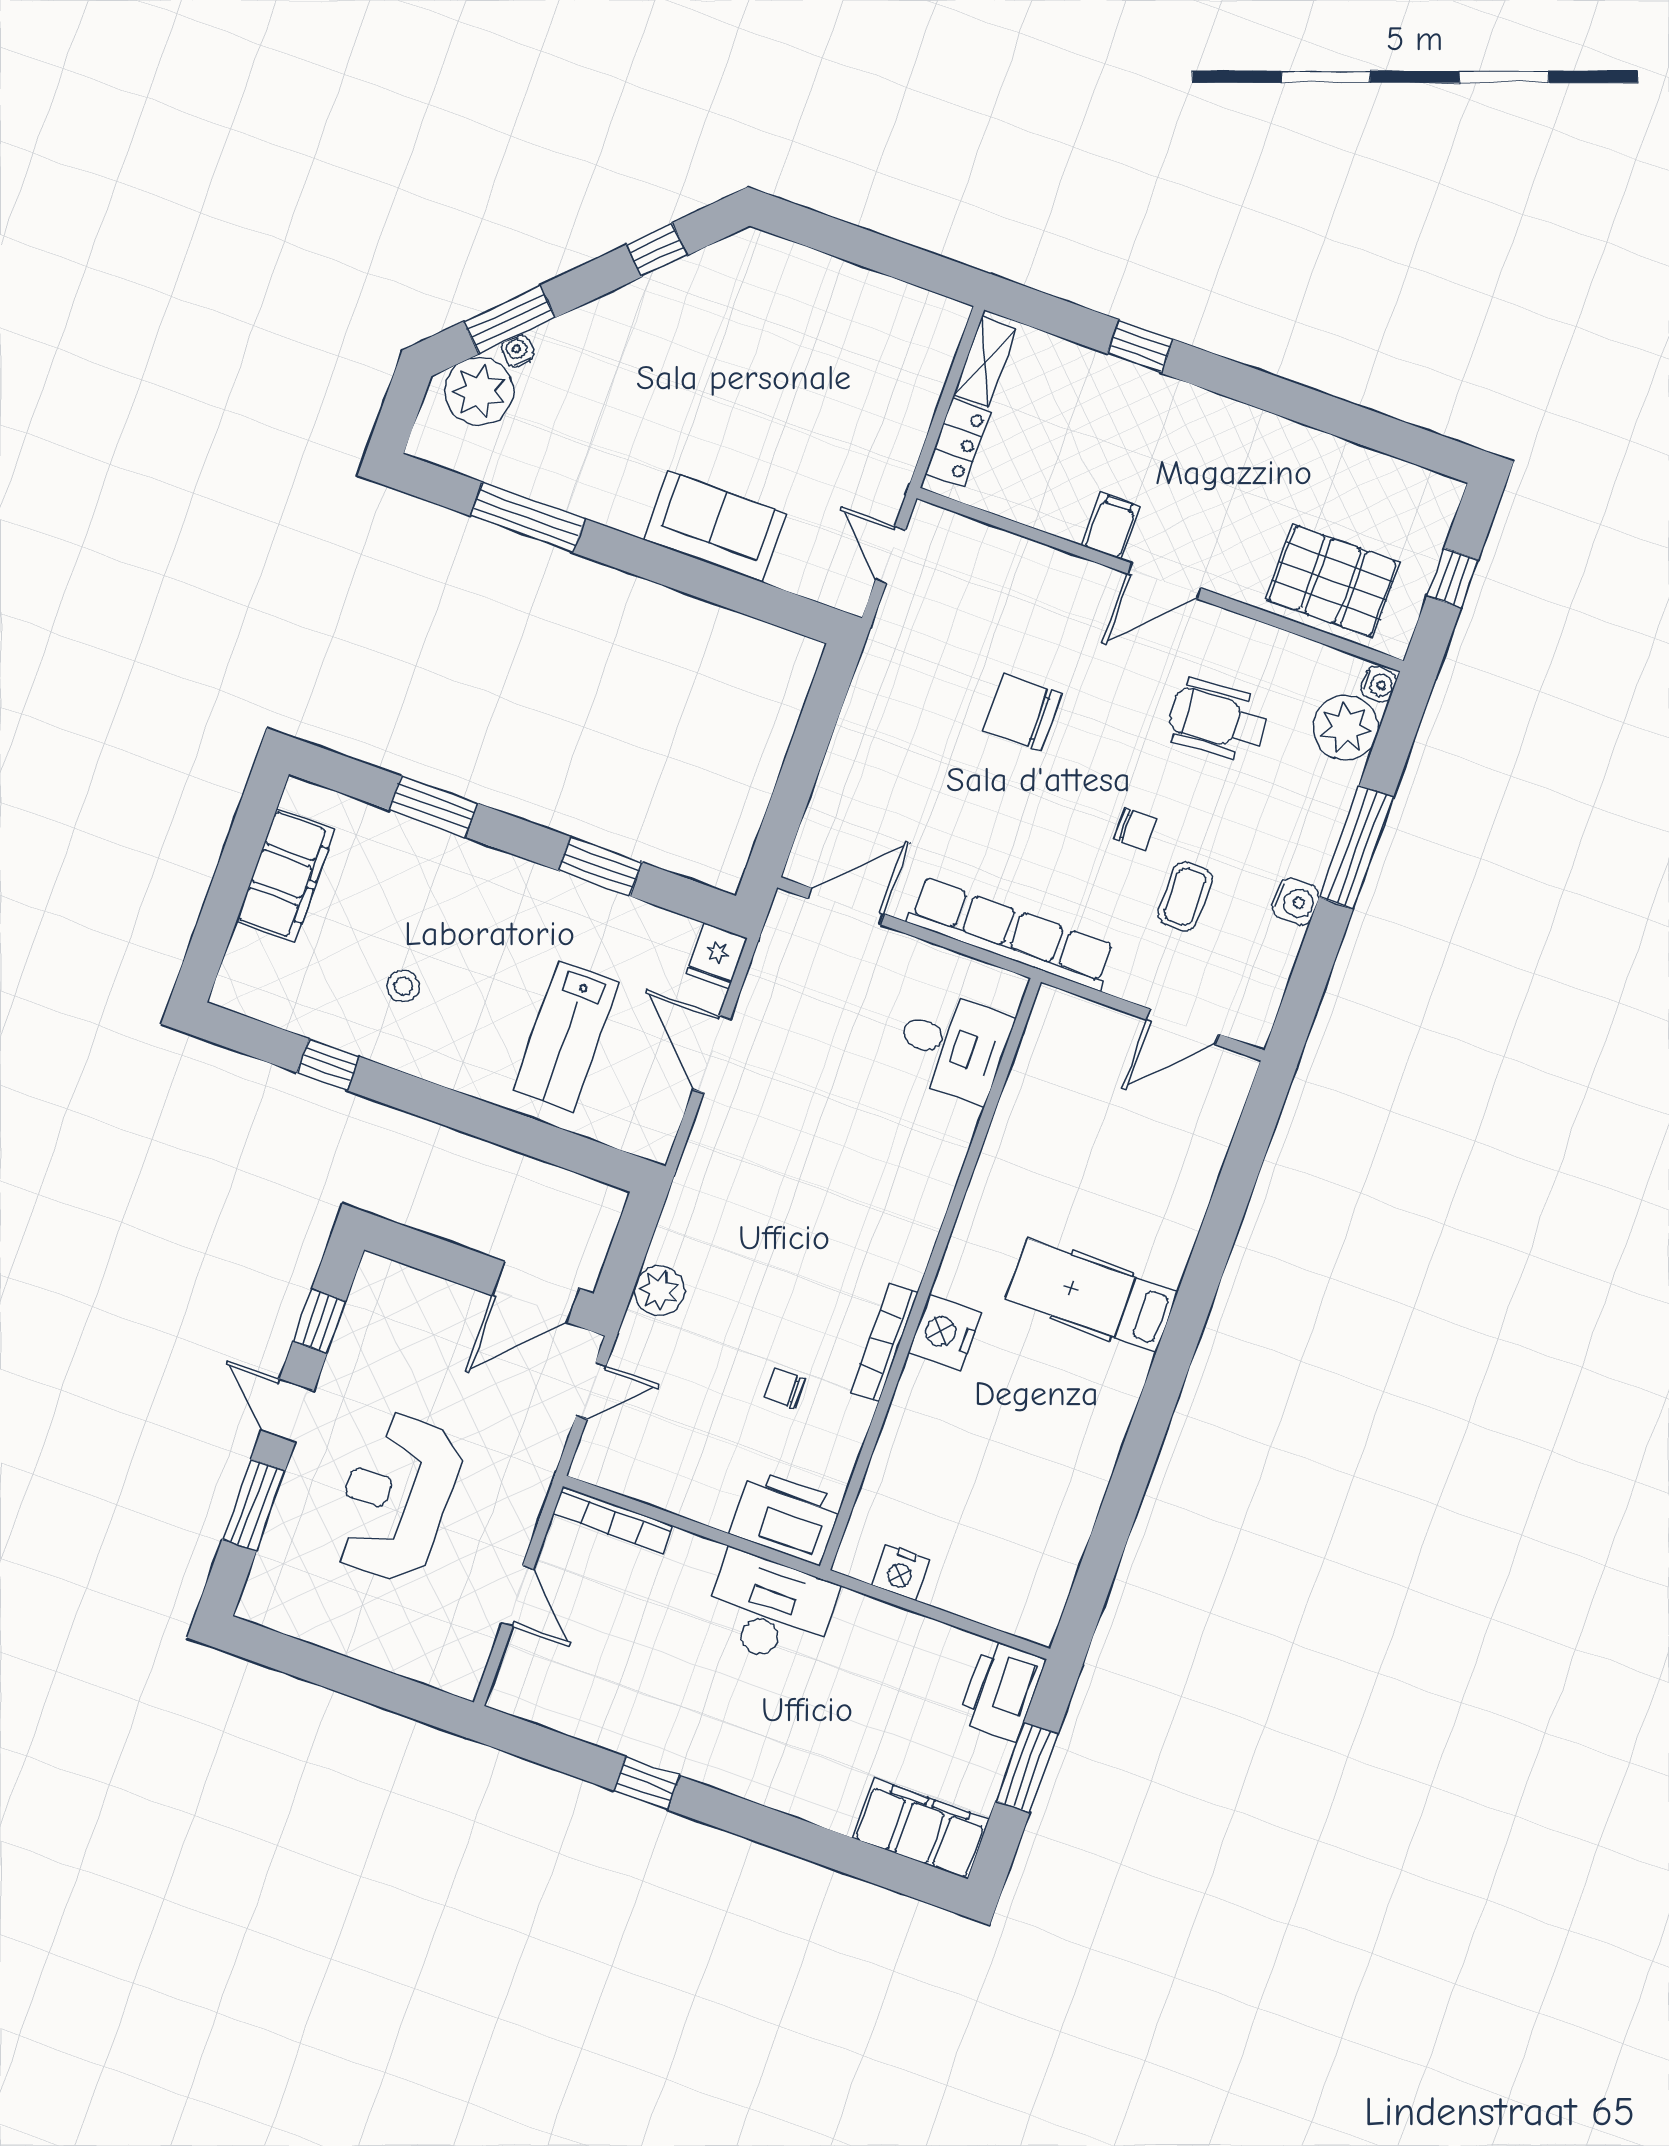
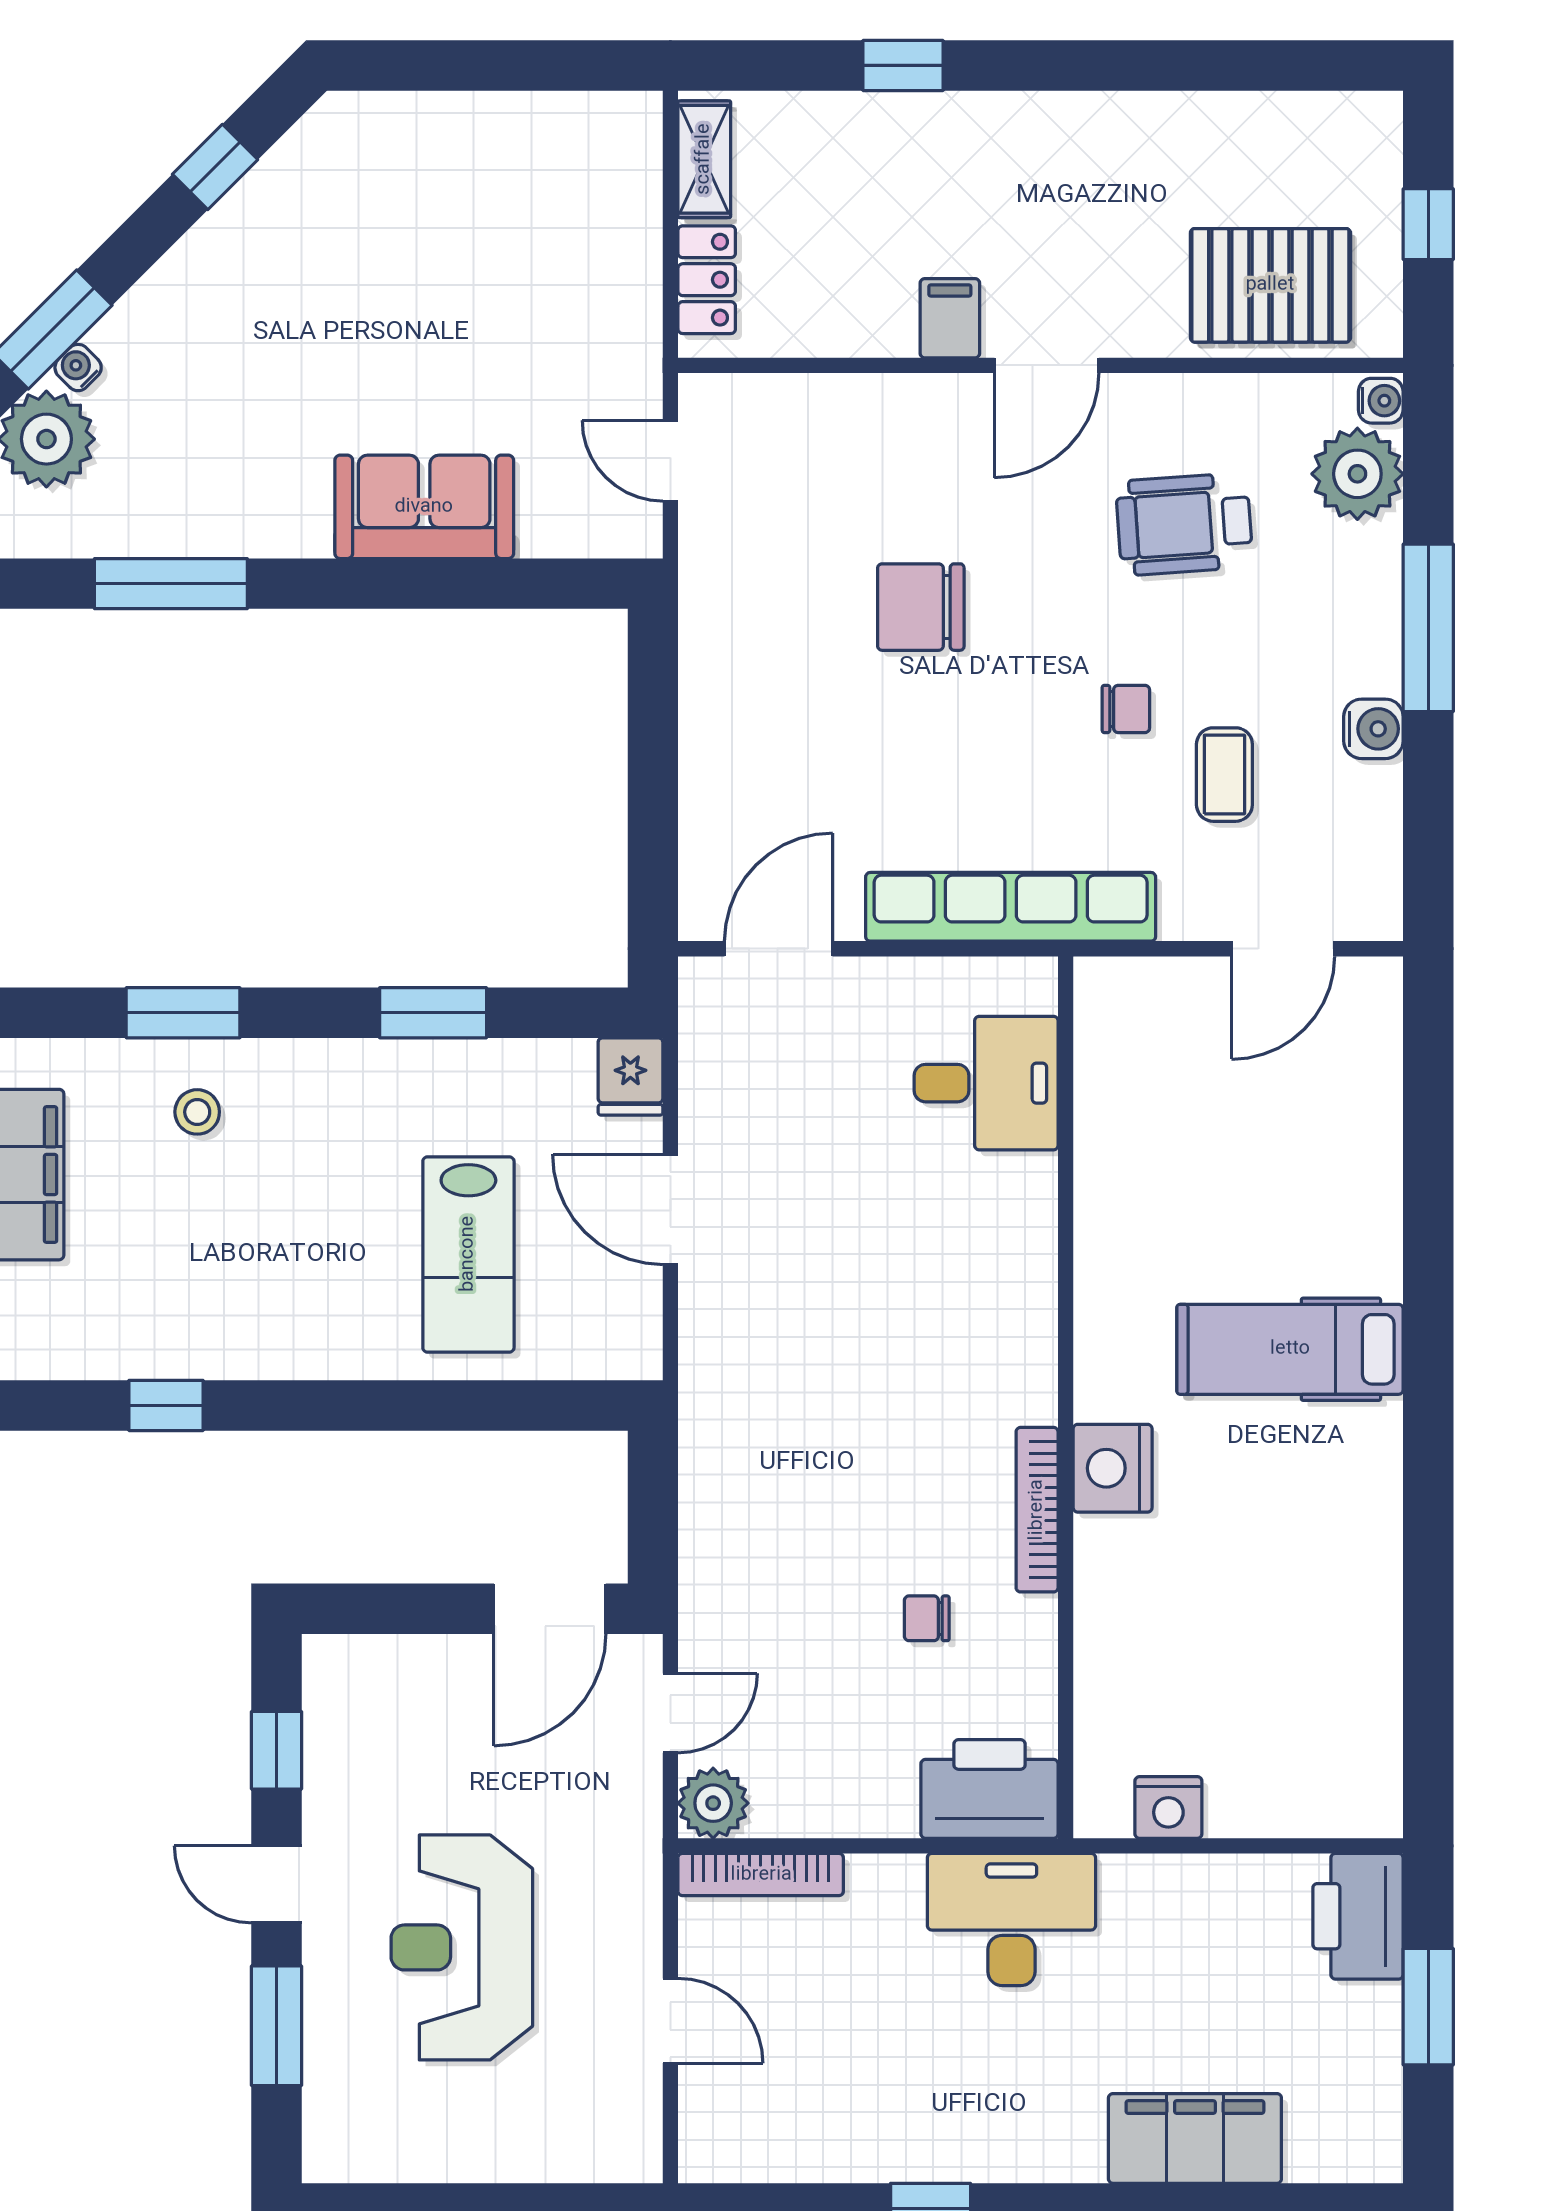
stool: (403, 986) -> (197, 1112), moved
plant: (659, 1291) -> (713, 1803), moved
filing cabinet: (921, 1829) -> (1195, 2138), moved

